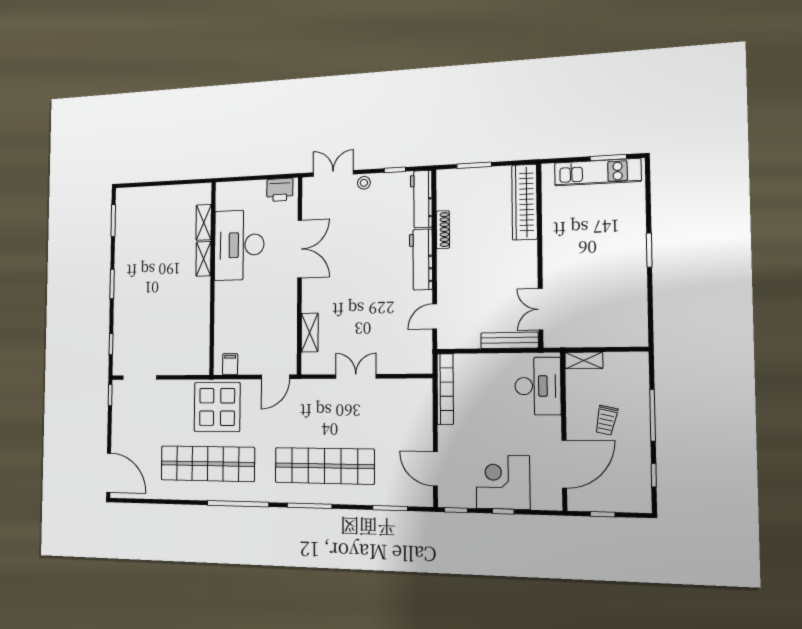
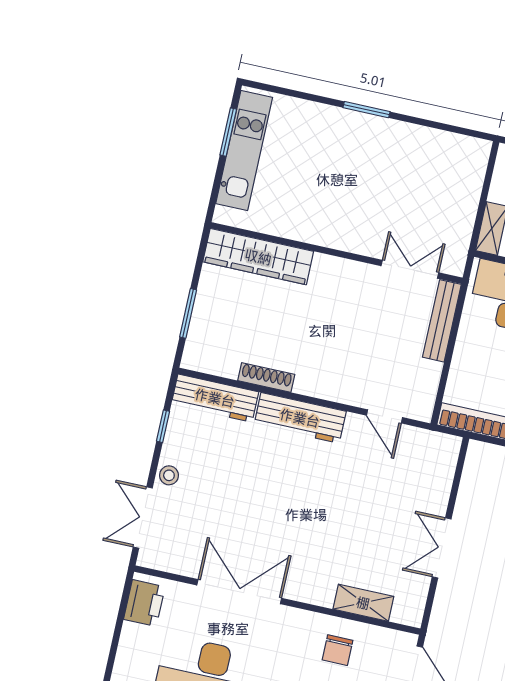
double door: (541, 309) -> (410, 269), swing flipped
chair: (276, 323) -> (338, 650), added

